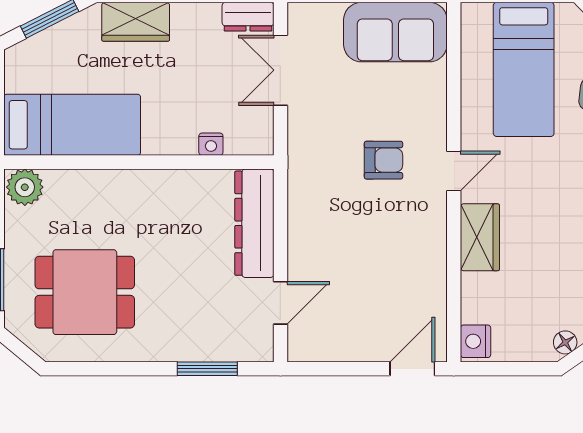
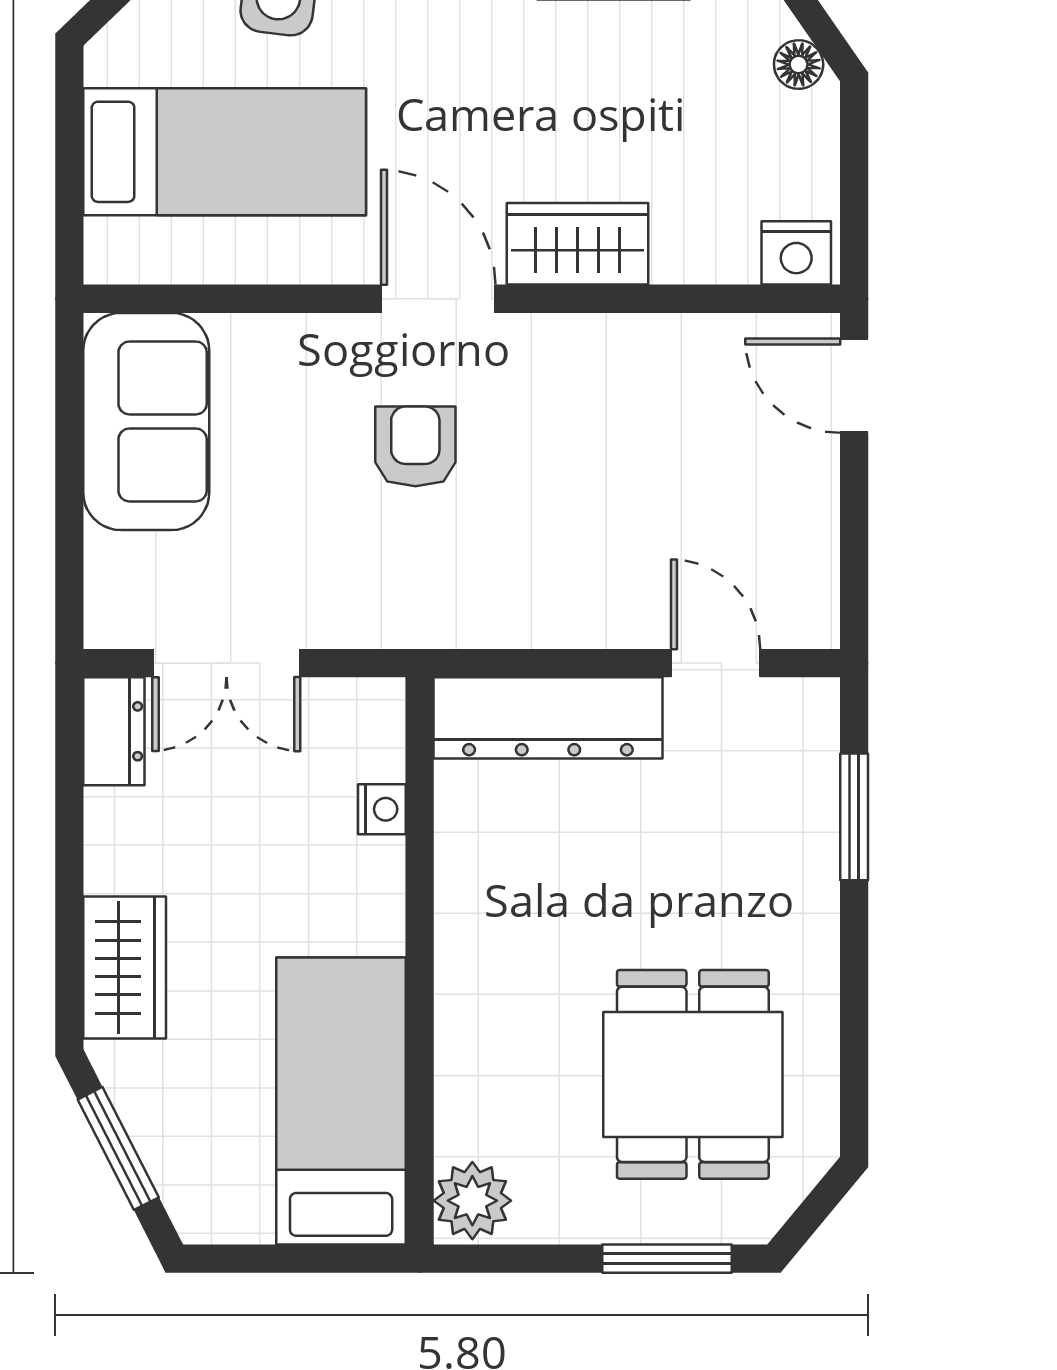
door: (454, 171) -> (438, 299), width x1.38

